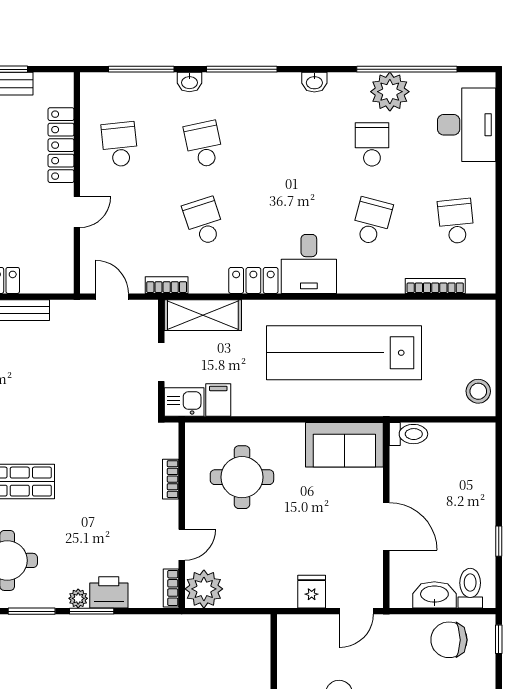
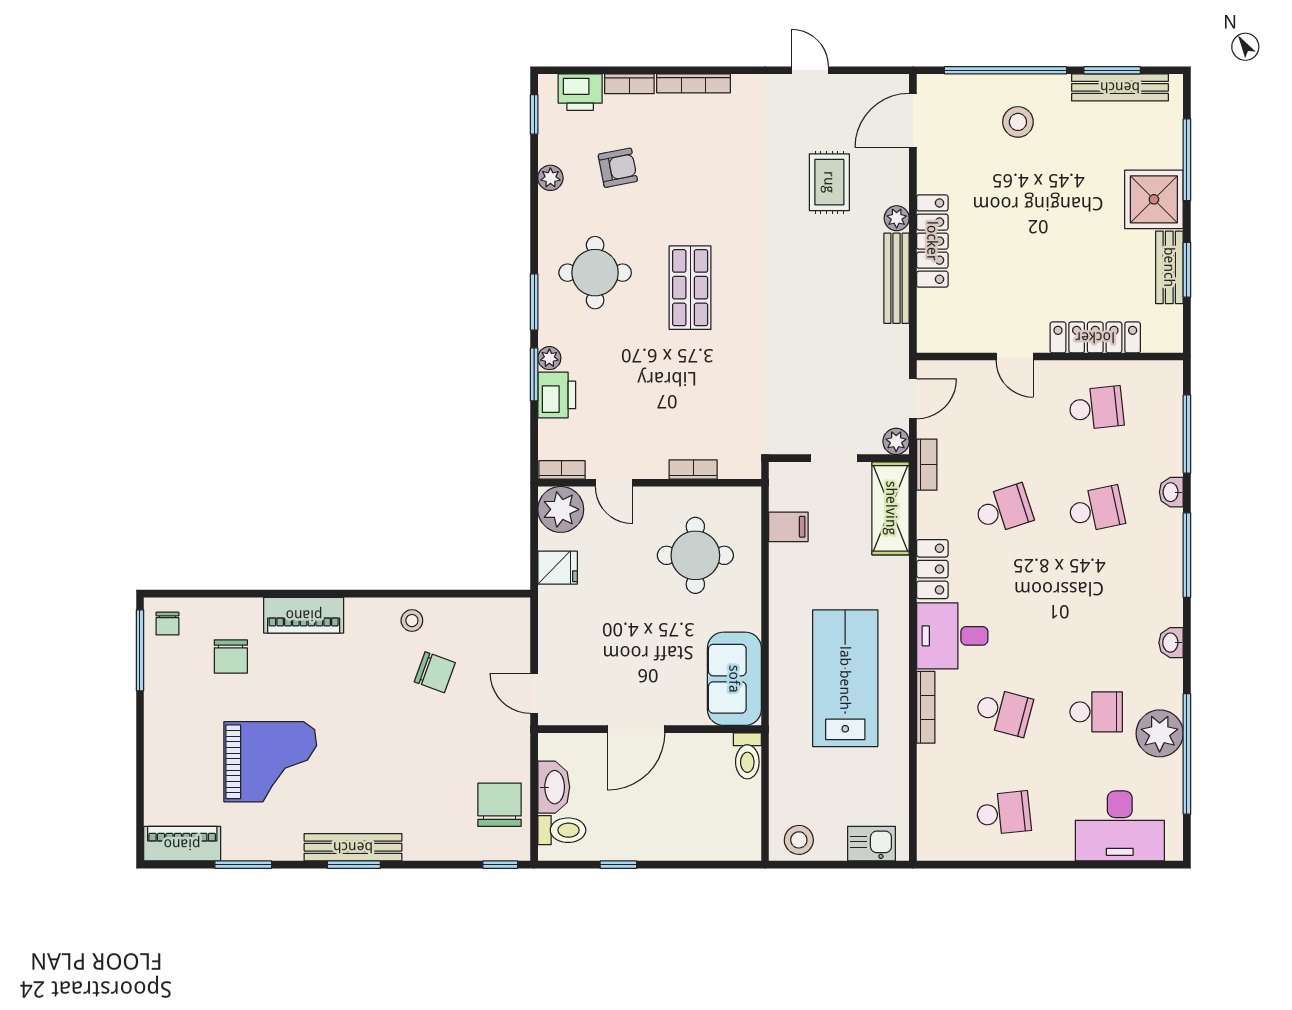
bookcase: (435, 286) -> (926, 707), moved
plant: (147, 311) -> (896, 441), added
lab bench: (344, 353) -> (845, 678), width x0.73
kitchen sink: (184, 402) -> (871, 844), moved, turned -90
fridge: (312, 592) -> (558, 568), moved

